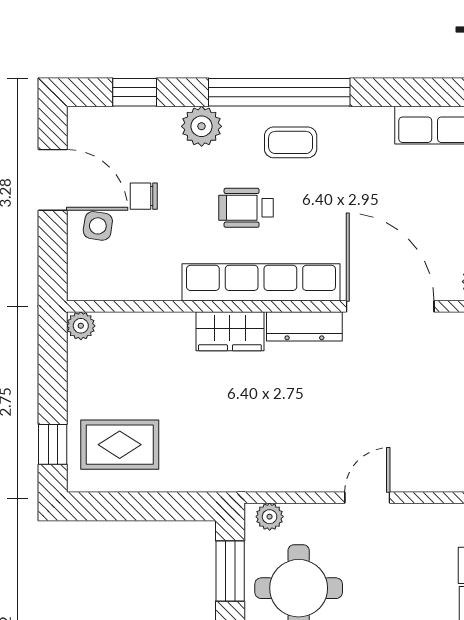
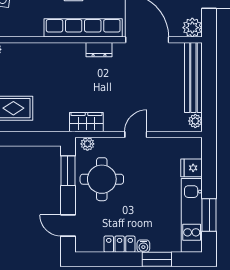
dresser: (304, 326) -> (99, 50), width x0.70
wardrobe: (230, 331) -> (86, 122), moved, turned 180

